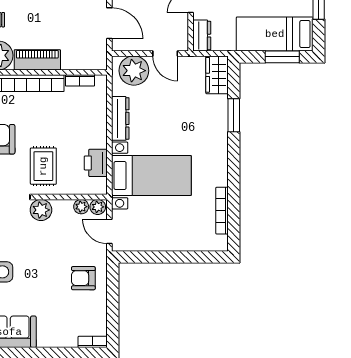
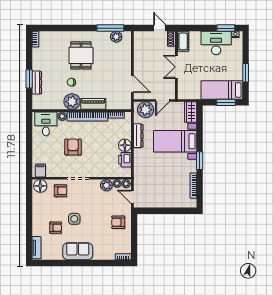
dresser: (202, 36) -> (182, 91), removed
door: (165, 54) -> (162, 100), hinge flipped
window: (234, 115) -> (200, 161), moved
floor lamp: (96, 136) -> (125, 145), added
rug: (43, 166) -> (97, 161), removed
bed with nightstands: (151, 175) -> (175, 141), moved, turned 180
plant: (41, 210) -> (106, 185), moved

